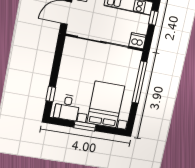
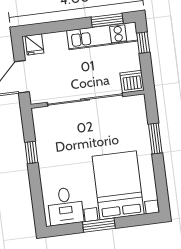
window: (139, 82) -> (155, 138), width x0.47
window: (51, 94) -> (31, 152), moved

